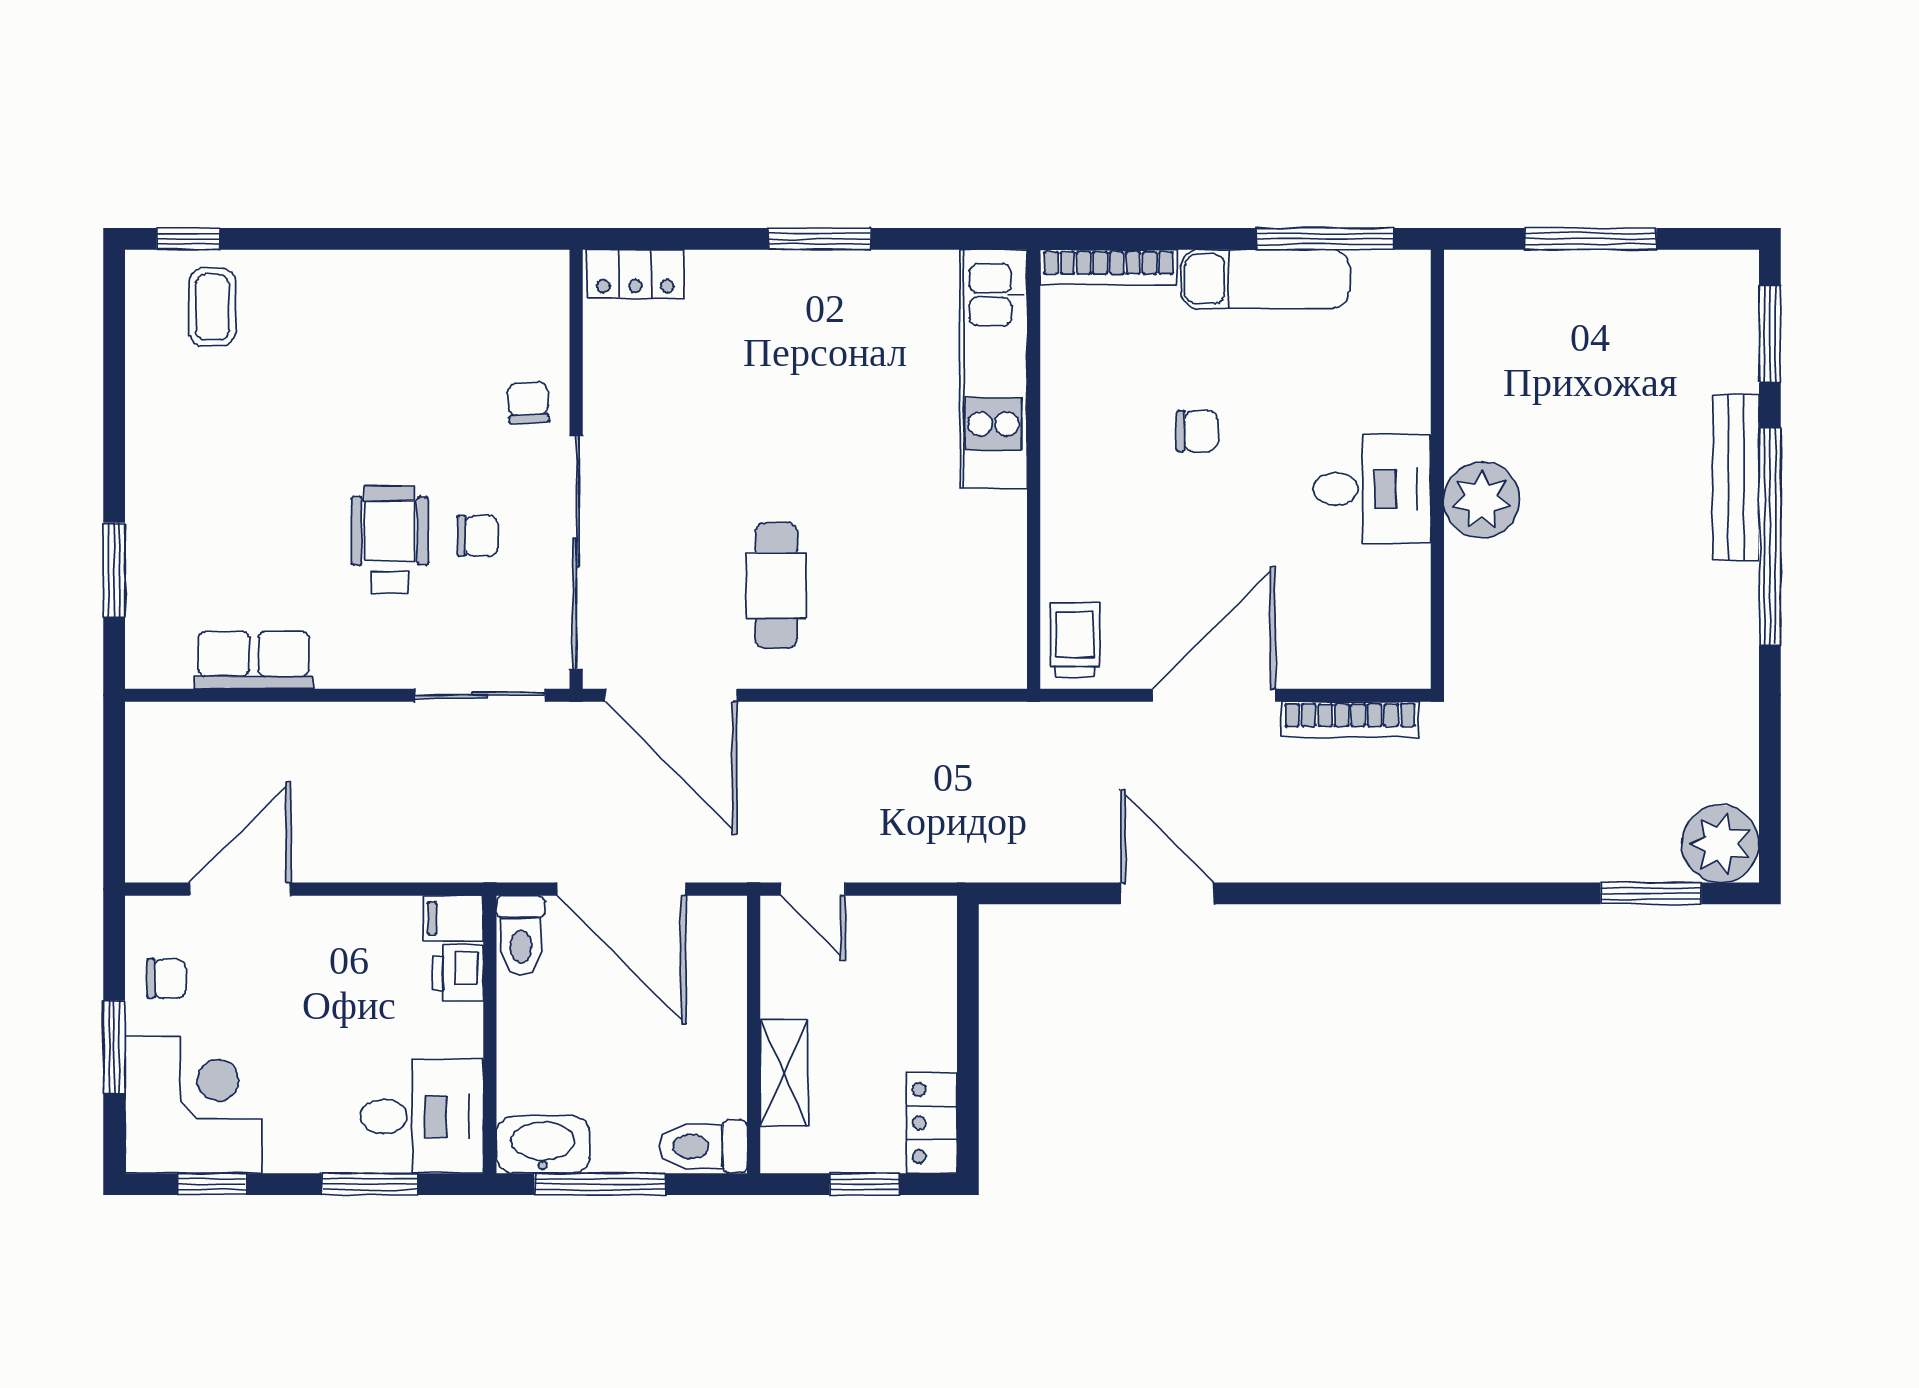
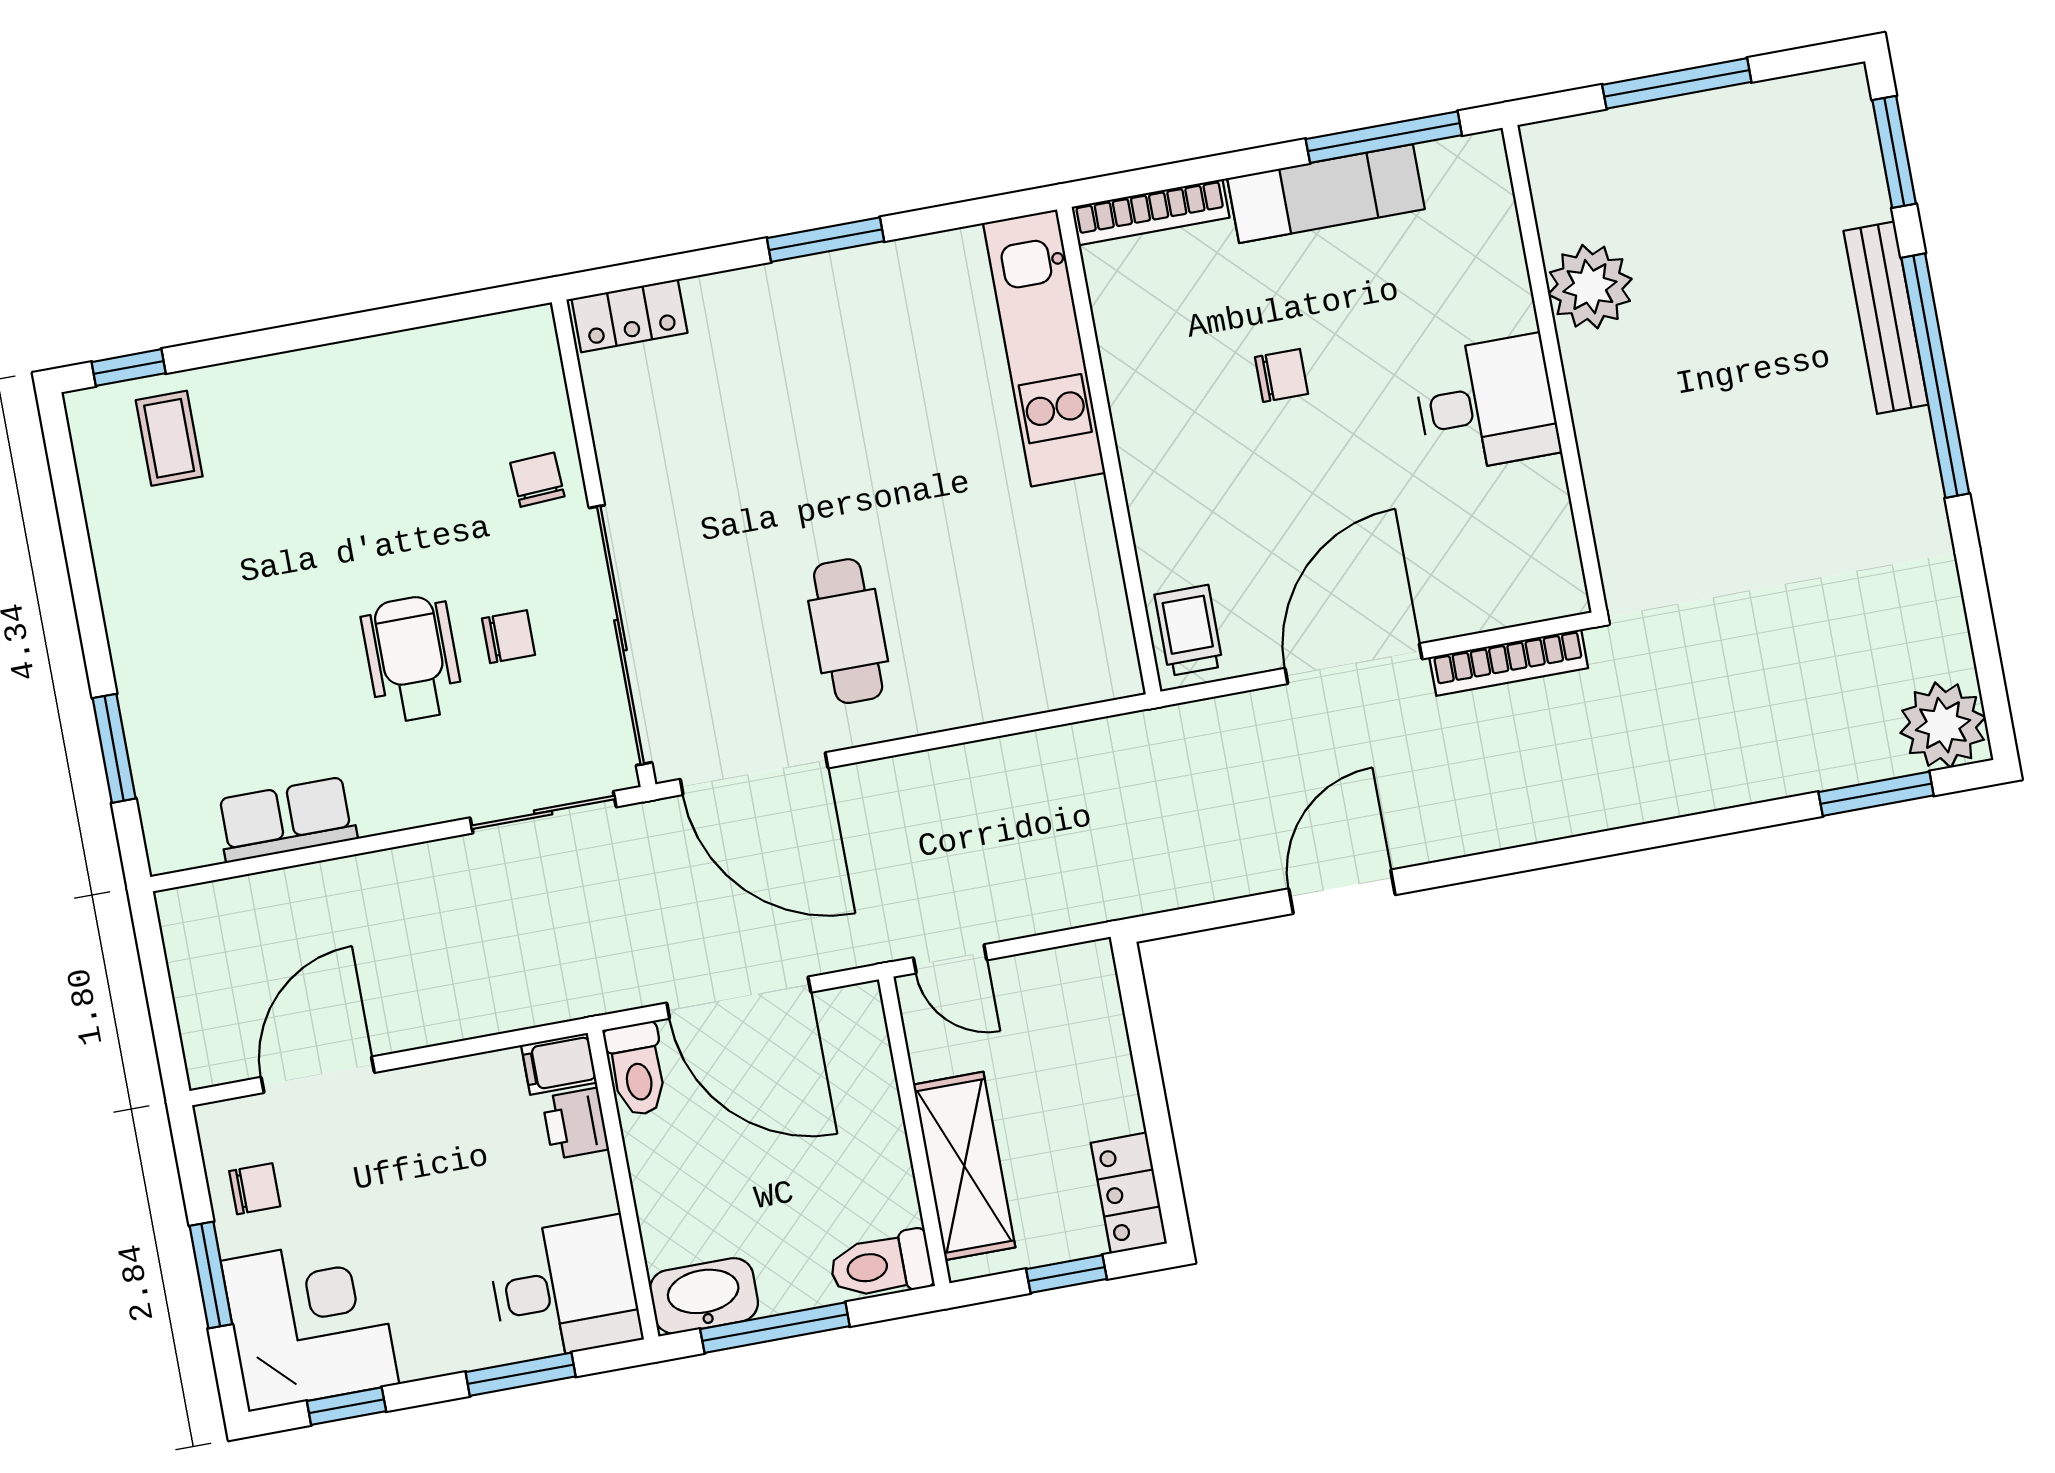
plant: (1482, 500) -> (1590, 287), moved
door: (1167, 893) -> (1342, 892), hinge flipped
shelving: (784, 1073) -> (964, 1166), width x1.50, depth x1.33

